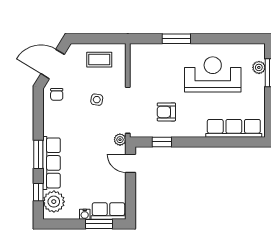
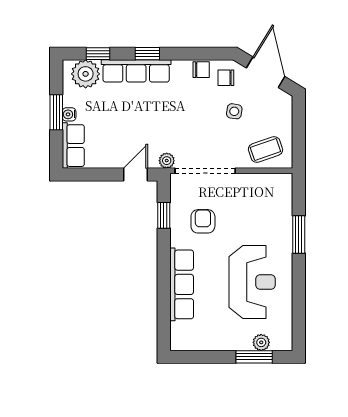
coffee table: (99, 60) -> (265, 149), moved, turned 71
side table: (97, 100) -> (234, 111), moved
chair: (51, 113) -> (201, 70), added
row of seats: (234, 128) -> (182, 284), moved
window: (38, 154) -> (147, 54), width x0.67
window: (99, 224) -> (56, 112), moved

